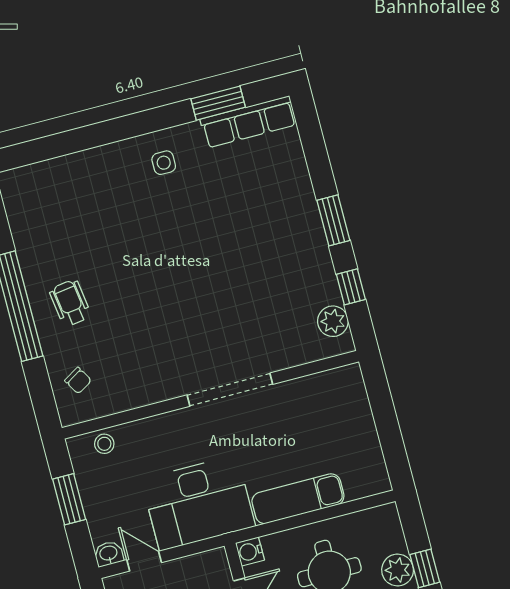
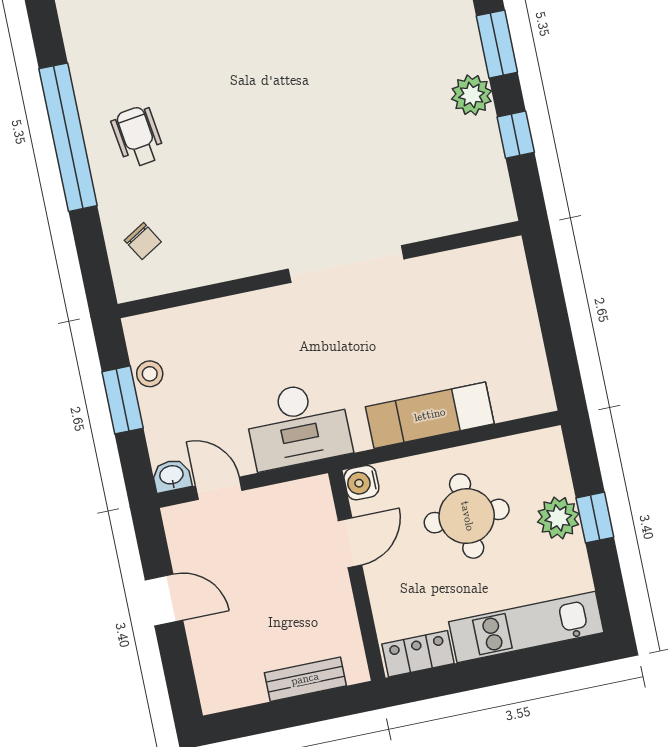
plant: (333, 321) -> (472, 95), moved
stool: (104, 444) -> (150, 374), moved
desk: (198, 503) -> (298, 425), width x0.73, depth x0.77

